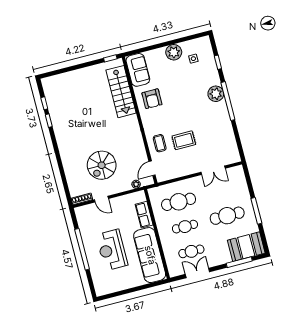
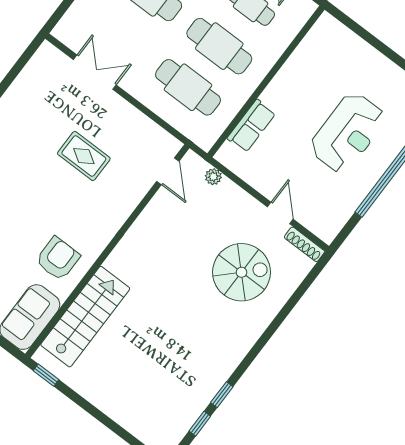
coffee table: (160, 143) -> (119, 191), removed
spiral stairs: (102, 165) -> (241, 272), moved
door: (152, 168) -> (168, 171), hinge flipped
cafe table: (185, 227) -> (219, 46), width x1.37, depth x1.35
sofa: (150, 255) -> (309, 66), removed

